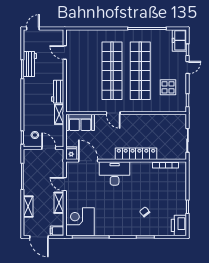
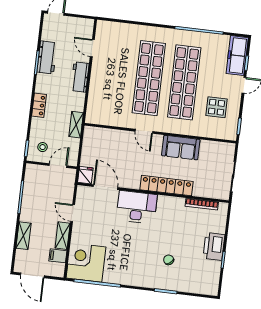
freezer: (179, 40) -> (237, 56), width x1.40
workbench: (58, 92) -> (80, 77), moved
locker: (28, 102) -> (39, 105), added
sofa: (80, 122) -> (181, 148), moved
door: (49, 148) -> (58, 166), hinge flipped
printer: (179, 225) -> (214, 246), moved
filing cabinet: (57, 231) -> (58, 256), moved

